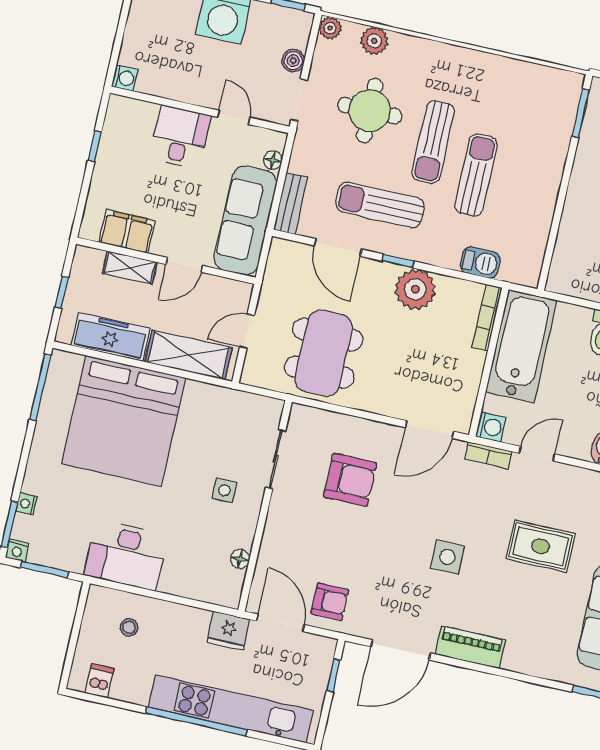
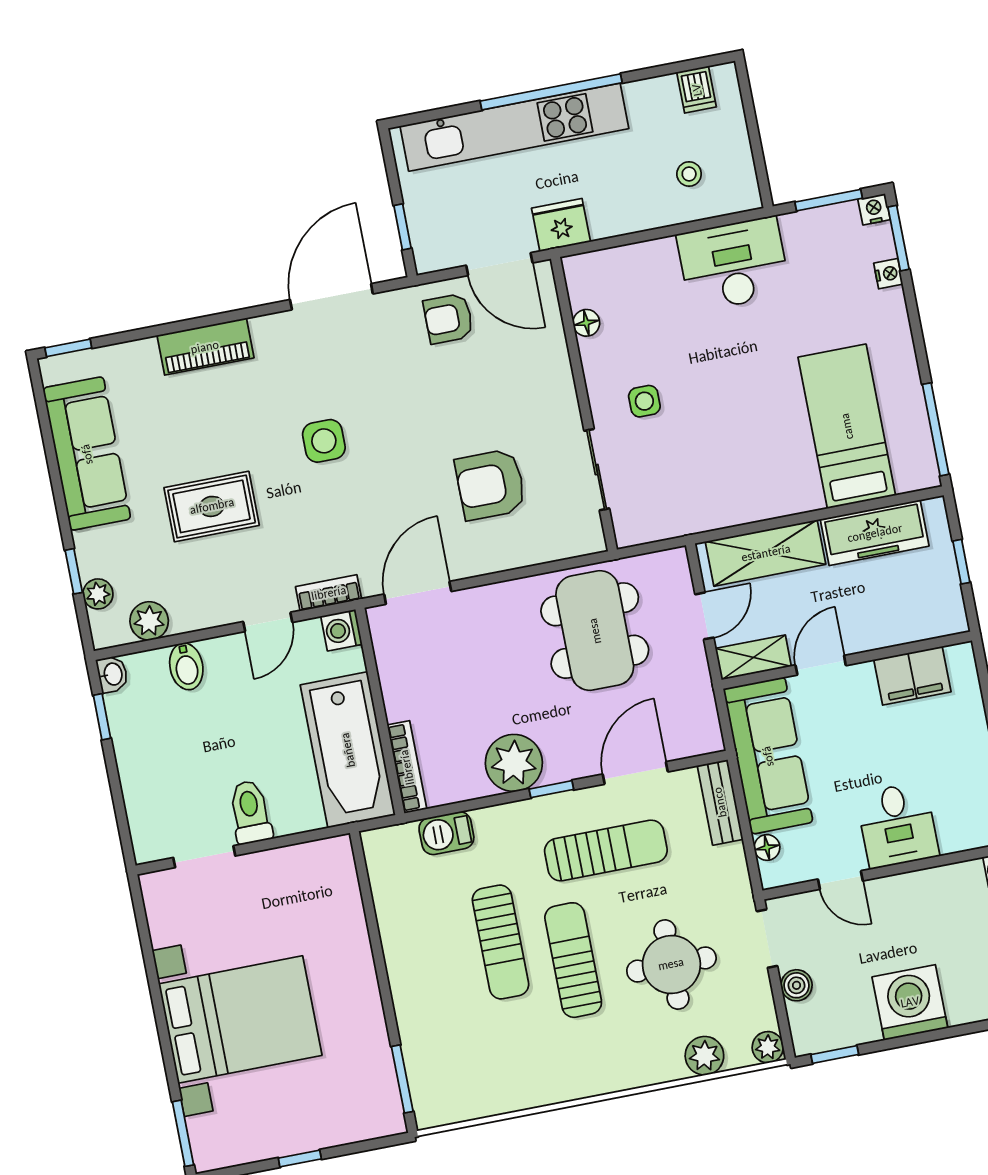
door: (338, 248) -> (635, 773), hinge flipped
shelving: (130, 268) -> (753, 657), moved
bed: (124, 421) -> (847, 426), width x0.49
piano: (470, 647) -> (205, 347), moved

